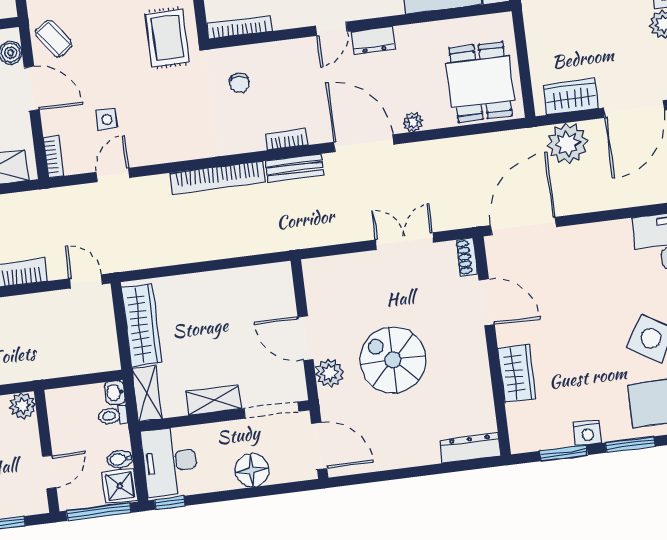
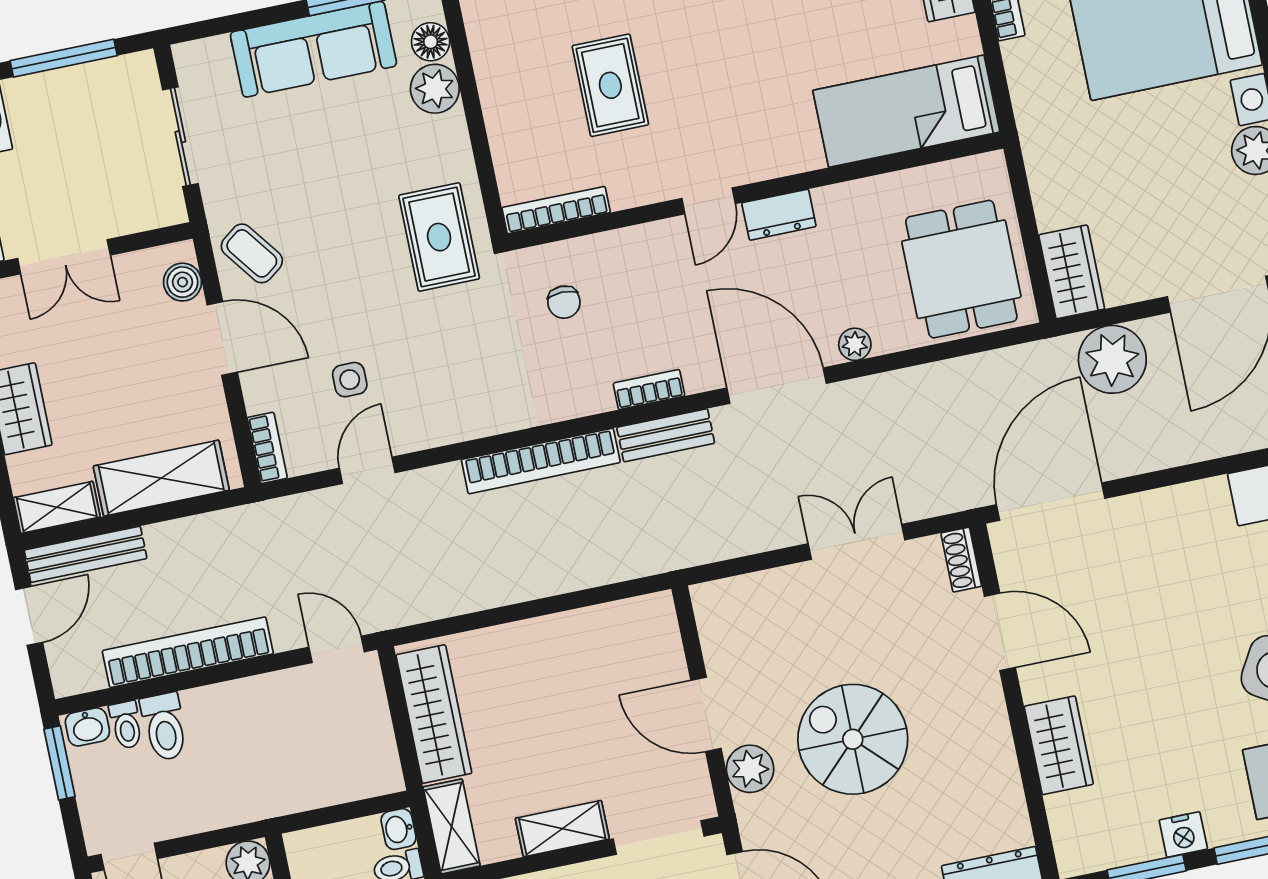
wardrobe: (571, 97) -> (1072, 272), moved, turned 90

